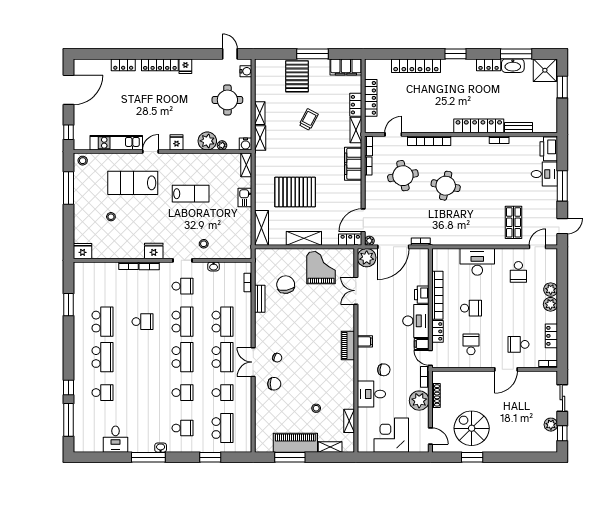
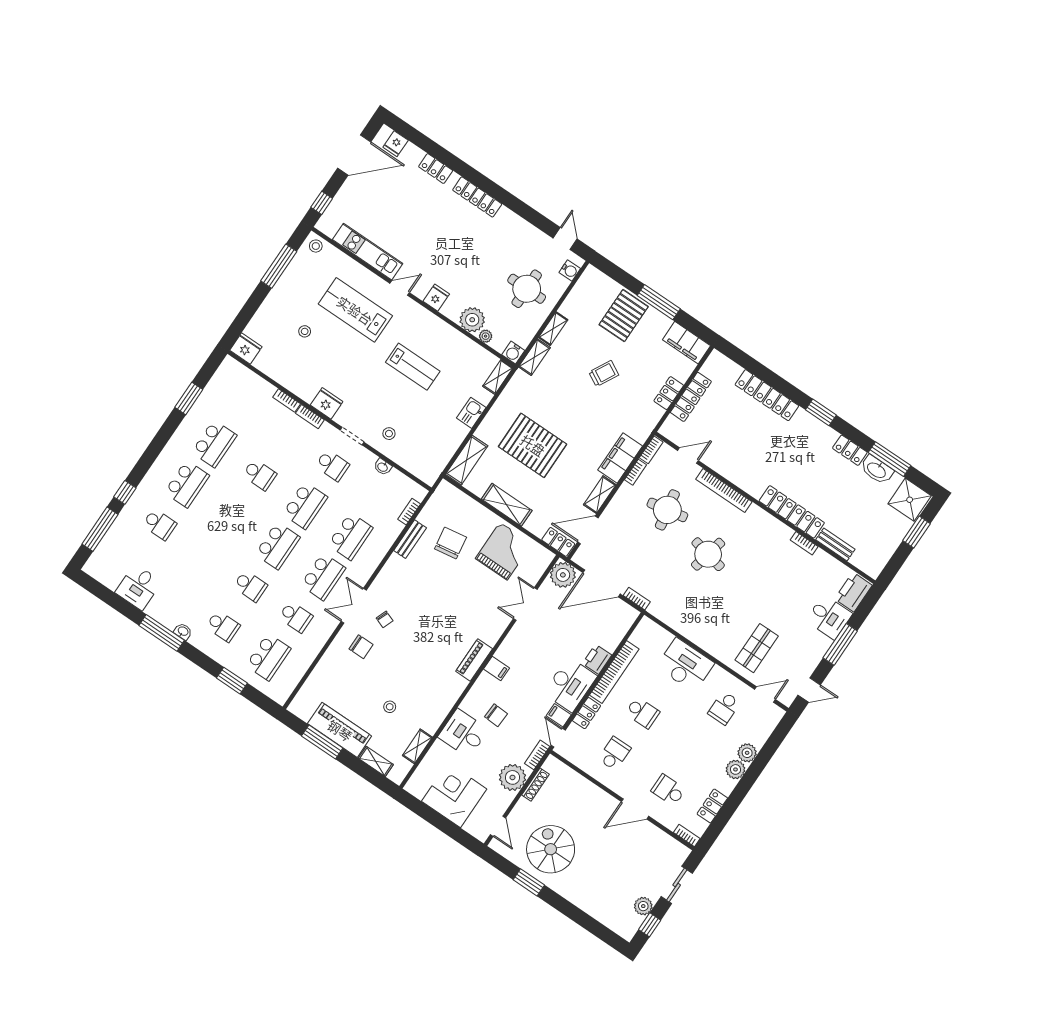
fridge: (185, 66) -> (396, 144), moved
shelving: (356, 130) -> (600, 495), moved
plant: (369, 241) -> (579, 558), removed

